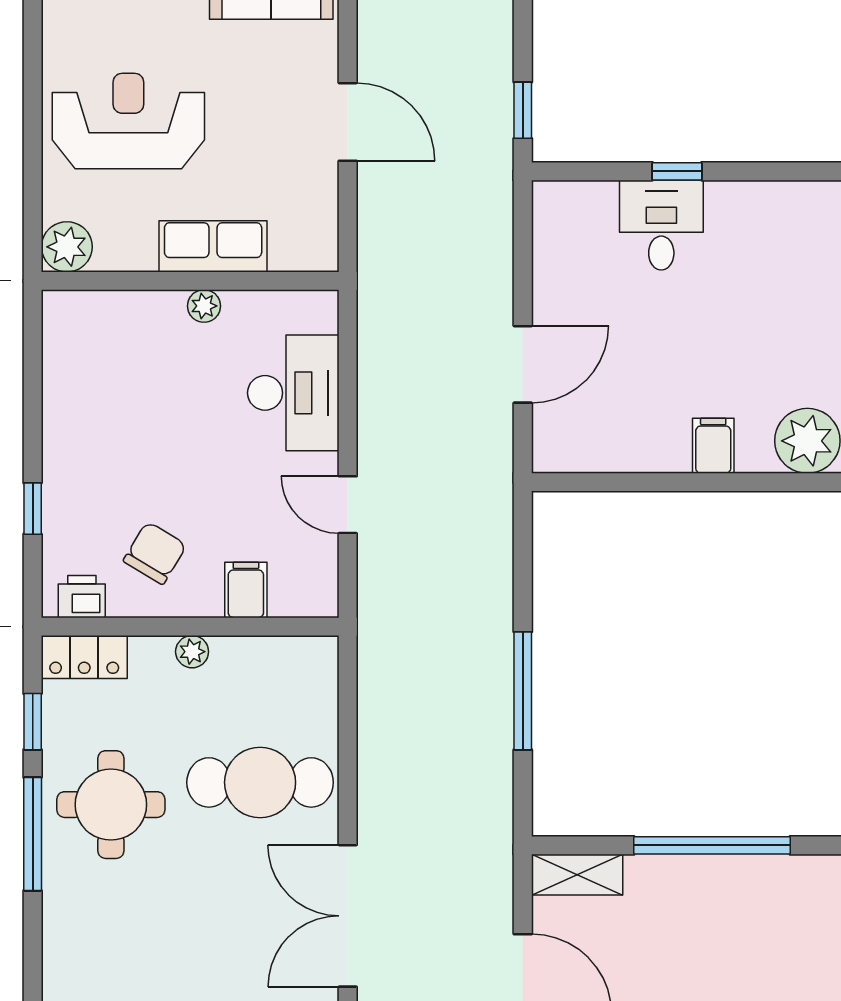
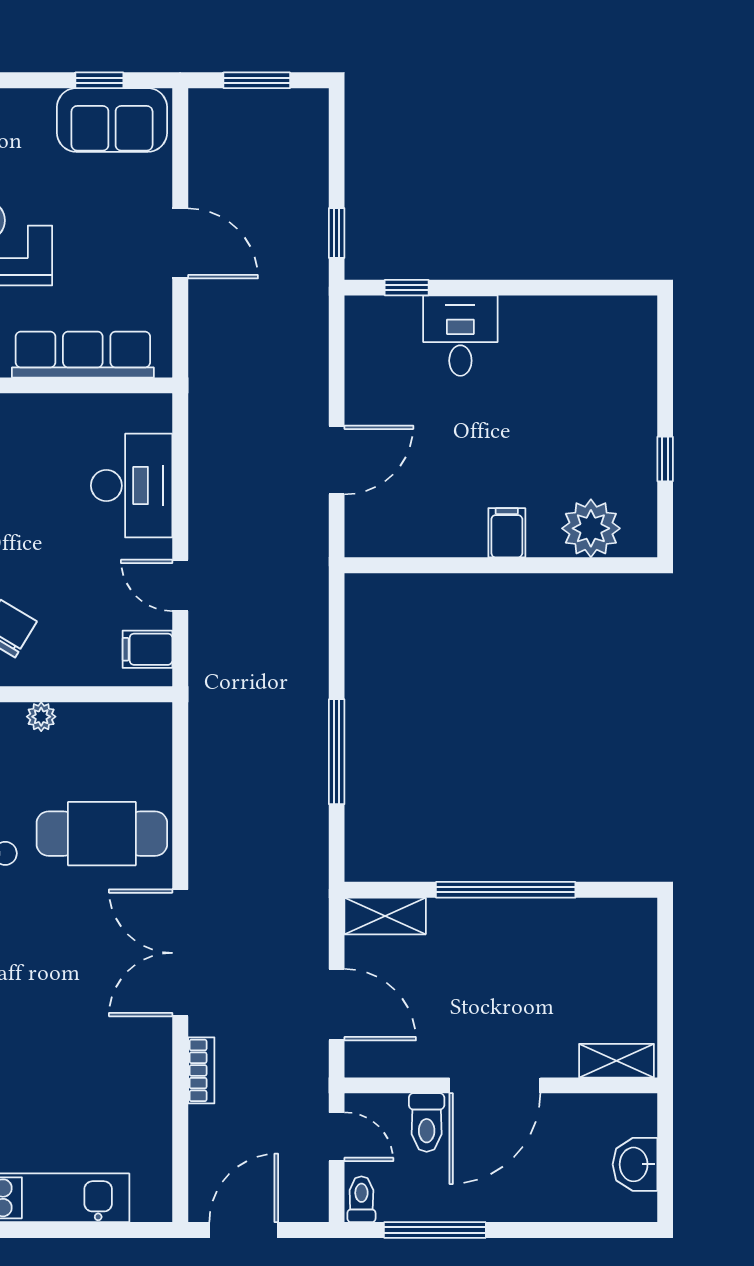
window: (677, 171) -> (407, 288), moved
row of seats: (213, 246) -> (83, 355), width x1.48
plant: (204, 306) -> (52, 408), removed
filing cabinet: (246, 590) -> (147, 649), moved, turned -90

